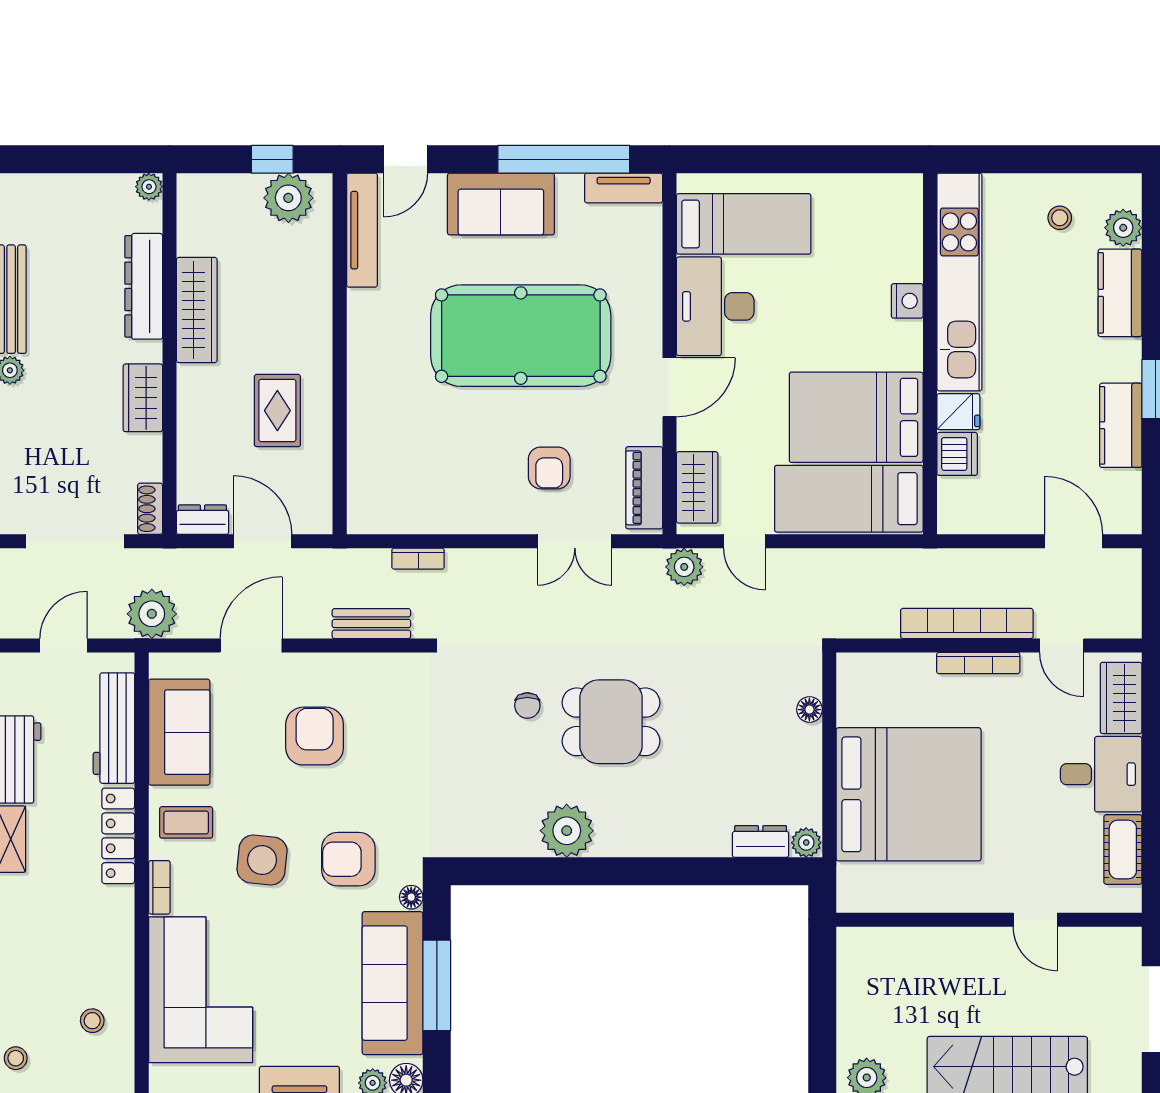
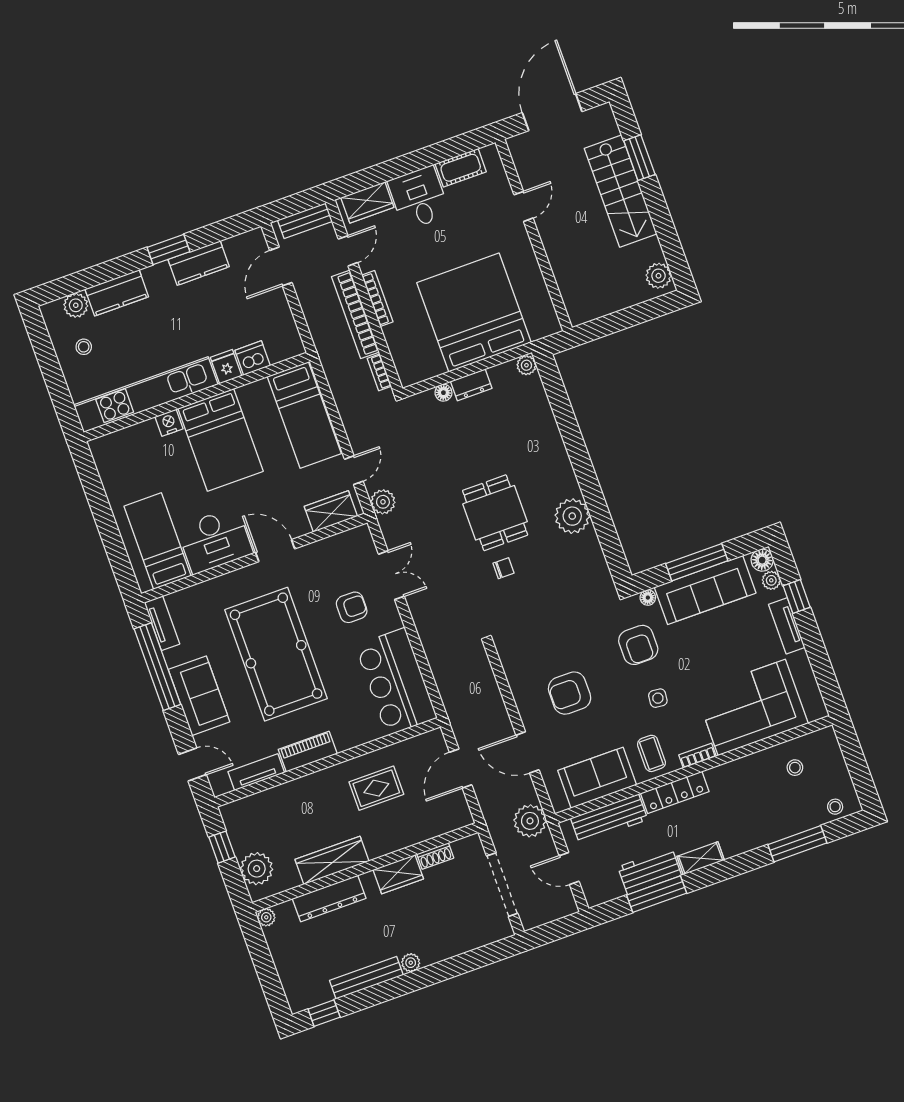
plant: (288, 198) -> (257, 869), moved
tv unit: (362, 230) -> (256, 772), width x0.71
bed: (856, 417) -> (221, 440), moved
piano: (644, 488) -> (308, 752), moved, turned 180
bar counter: (420, 494) -> (396, 682), added
shoe rack: (150, 509) -> (435, 856), moved
dresser: (202, 520) -> (460, 810), removed
bookcase: (418, 559) -> (379, 372), moved, turned 180
bench: (371, 624) -> (305, 221), moved, turned 90
dresser: (761, 841) -> (471, 385), moved, turned -90
side table: (262, 860) -> (658, 698), width x0.54, depth x0.54

